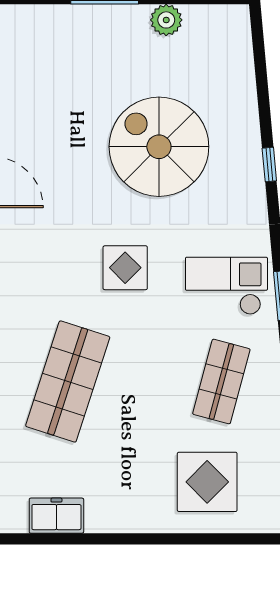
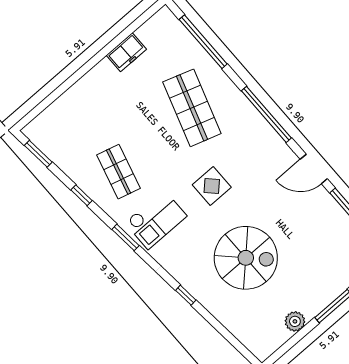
display table: (207, 482) -> (84, 118), removed
freezer: (56, 516) -> (126, 52), moved

